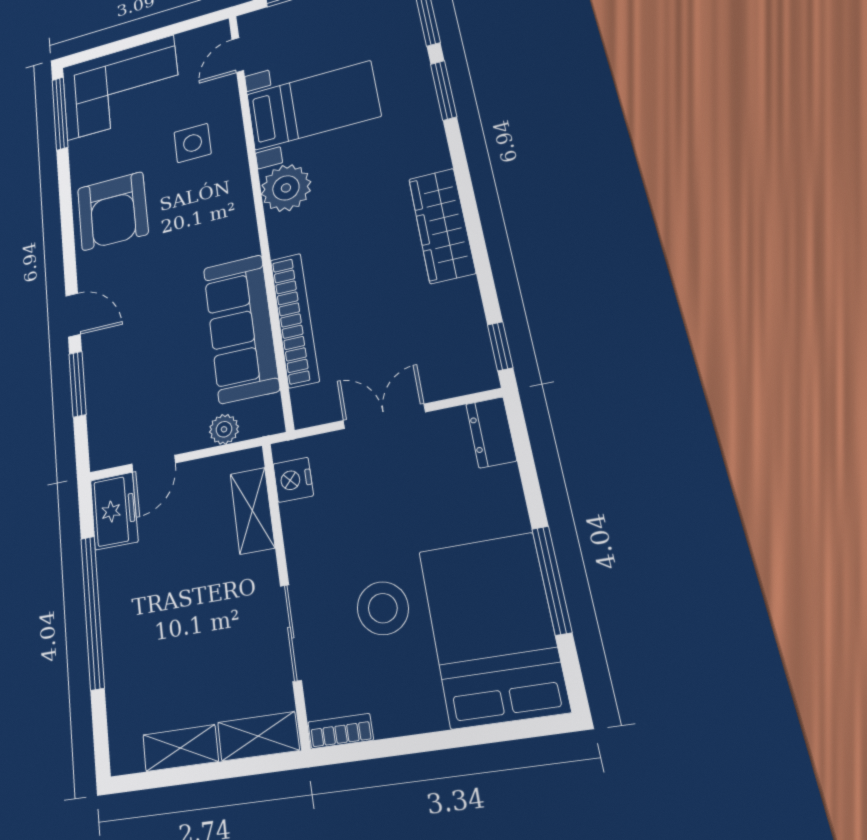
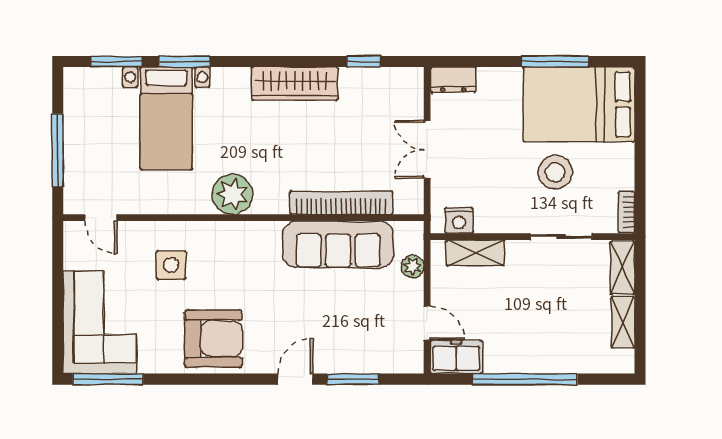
bed with nightstands: (313, 105) -> (166, 118), moved, turned 180
window: (500, 346) -> (364, 62), moved

